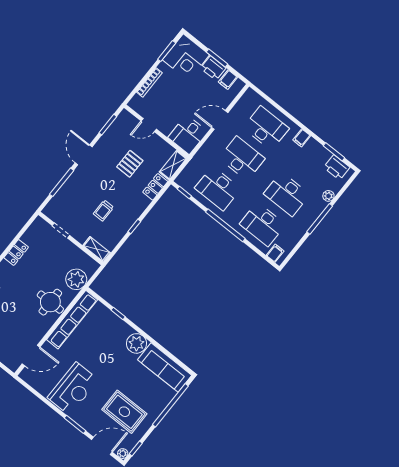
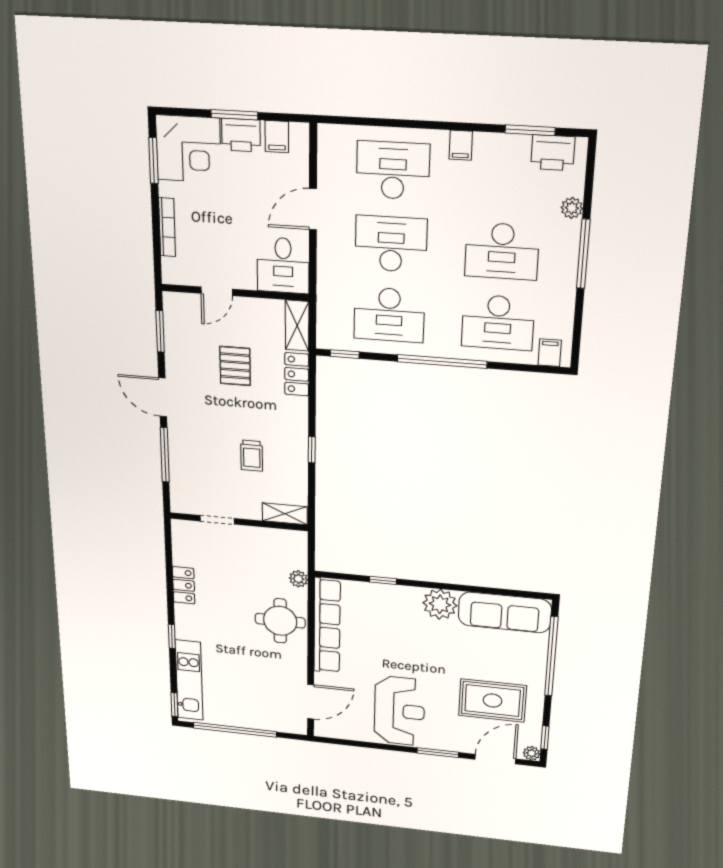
plant: (76, 279) -> (298, 579), width x0.53, depth x0.53

